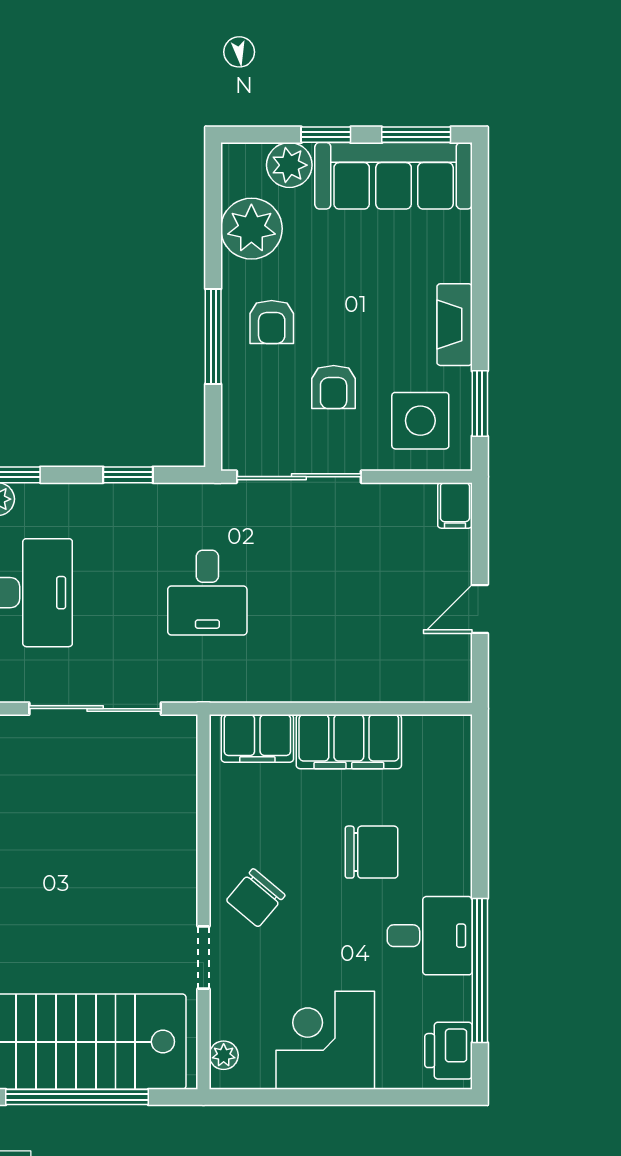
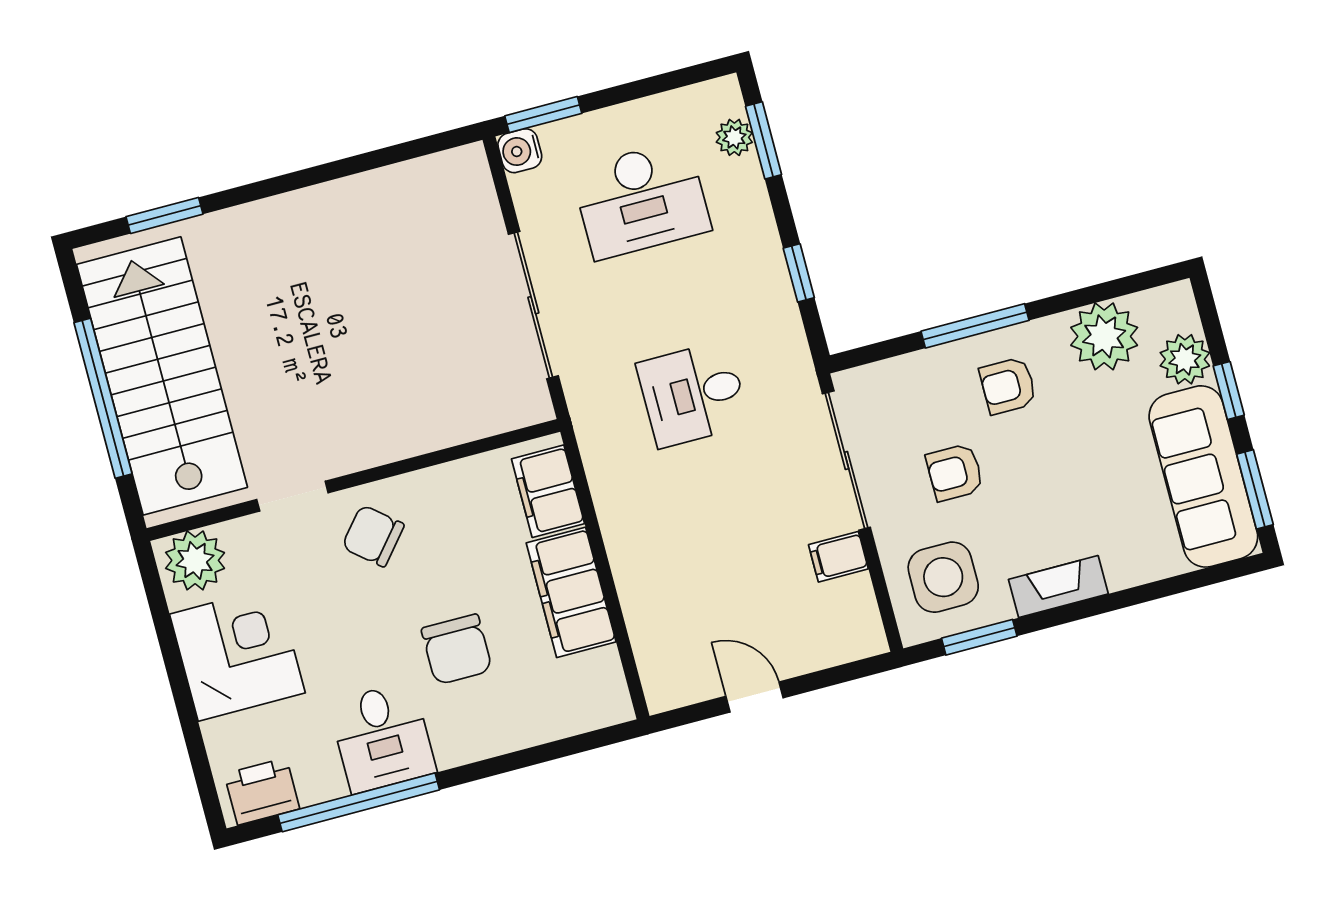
filing cabinet: (455, 505) -> (838, 557), moved
plant: (224, 1055) -> (195, 560), width x1.88, depth x1.88

